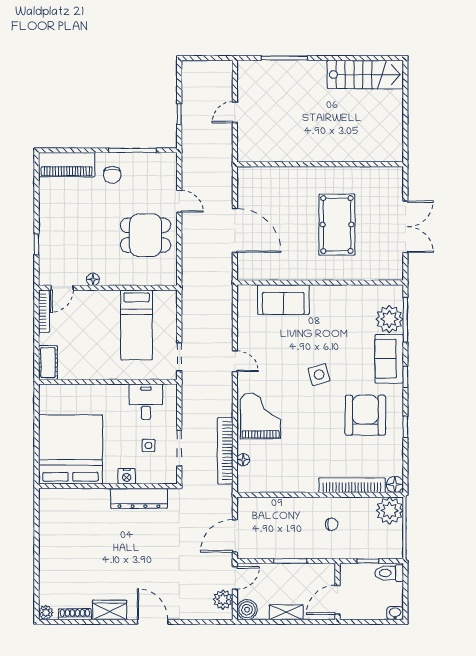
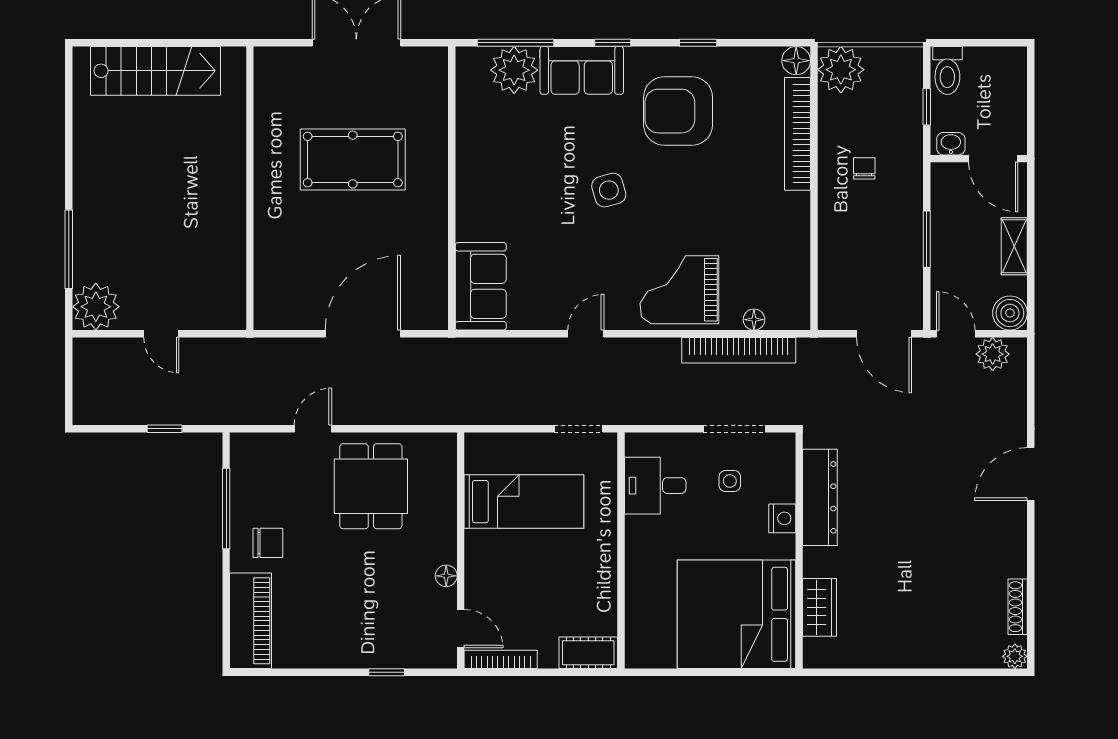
plant: (251, 74) -> (96, 307), added
stairs: (365, 75) -> (156, 71), moved, turned 90
sofa: (283, 300) -> (481, 286), moved
wardrobe: (110, 610) -> (819, 607), moved, turned 180
washbasin: (395, 613) -> (951, 144), moved, turned 90

